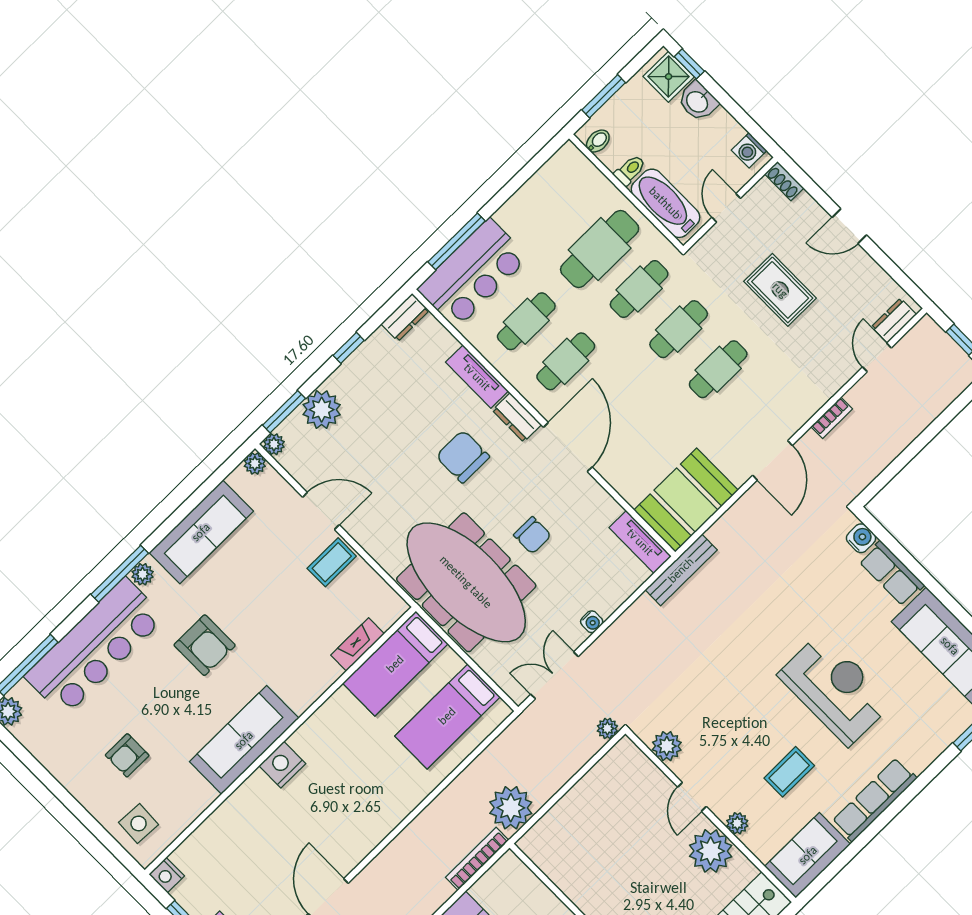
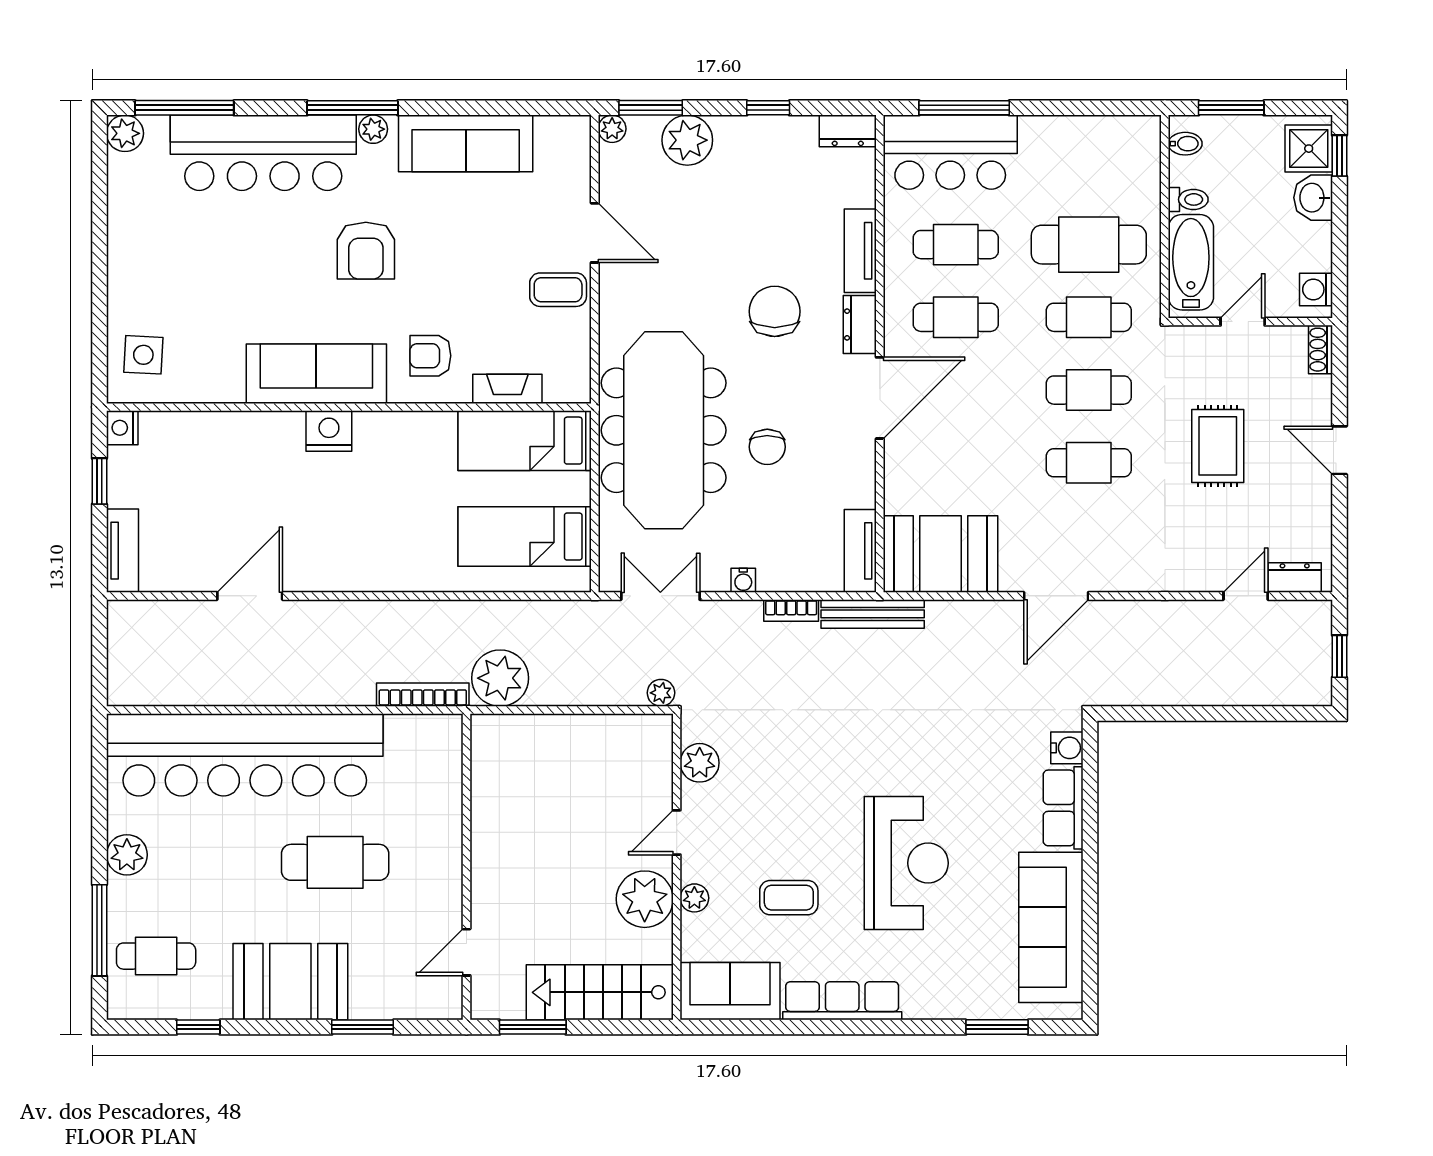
bookcase: (832, 418) -> (791, 610), moved
plant: (255, 463) -> (577, 129), removed
armchair: (127, 755) -> (430, 356), moved

